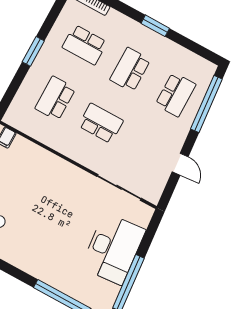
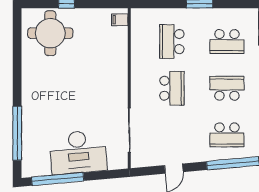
school desk: (85, 45) -> (227, 42), turned -90
school desk: (55, 98) -> (172, 42), turned -90

